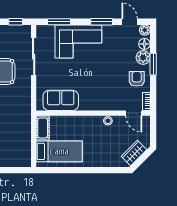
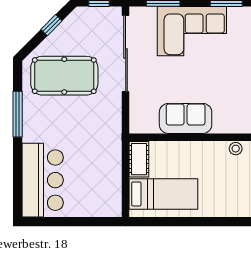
sliding door: (34, 57) -> (126, 54), width x1.36
sofa: (61, 100) -> (186, 118), moved

